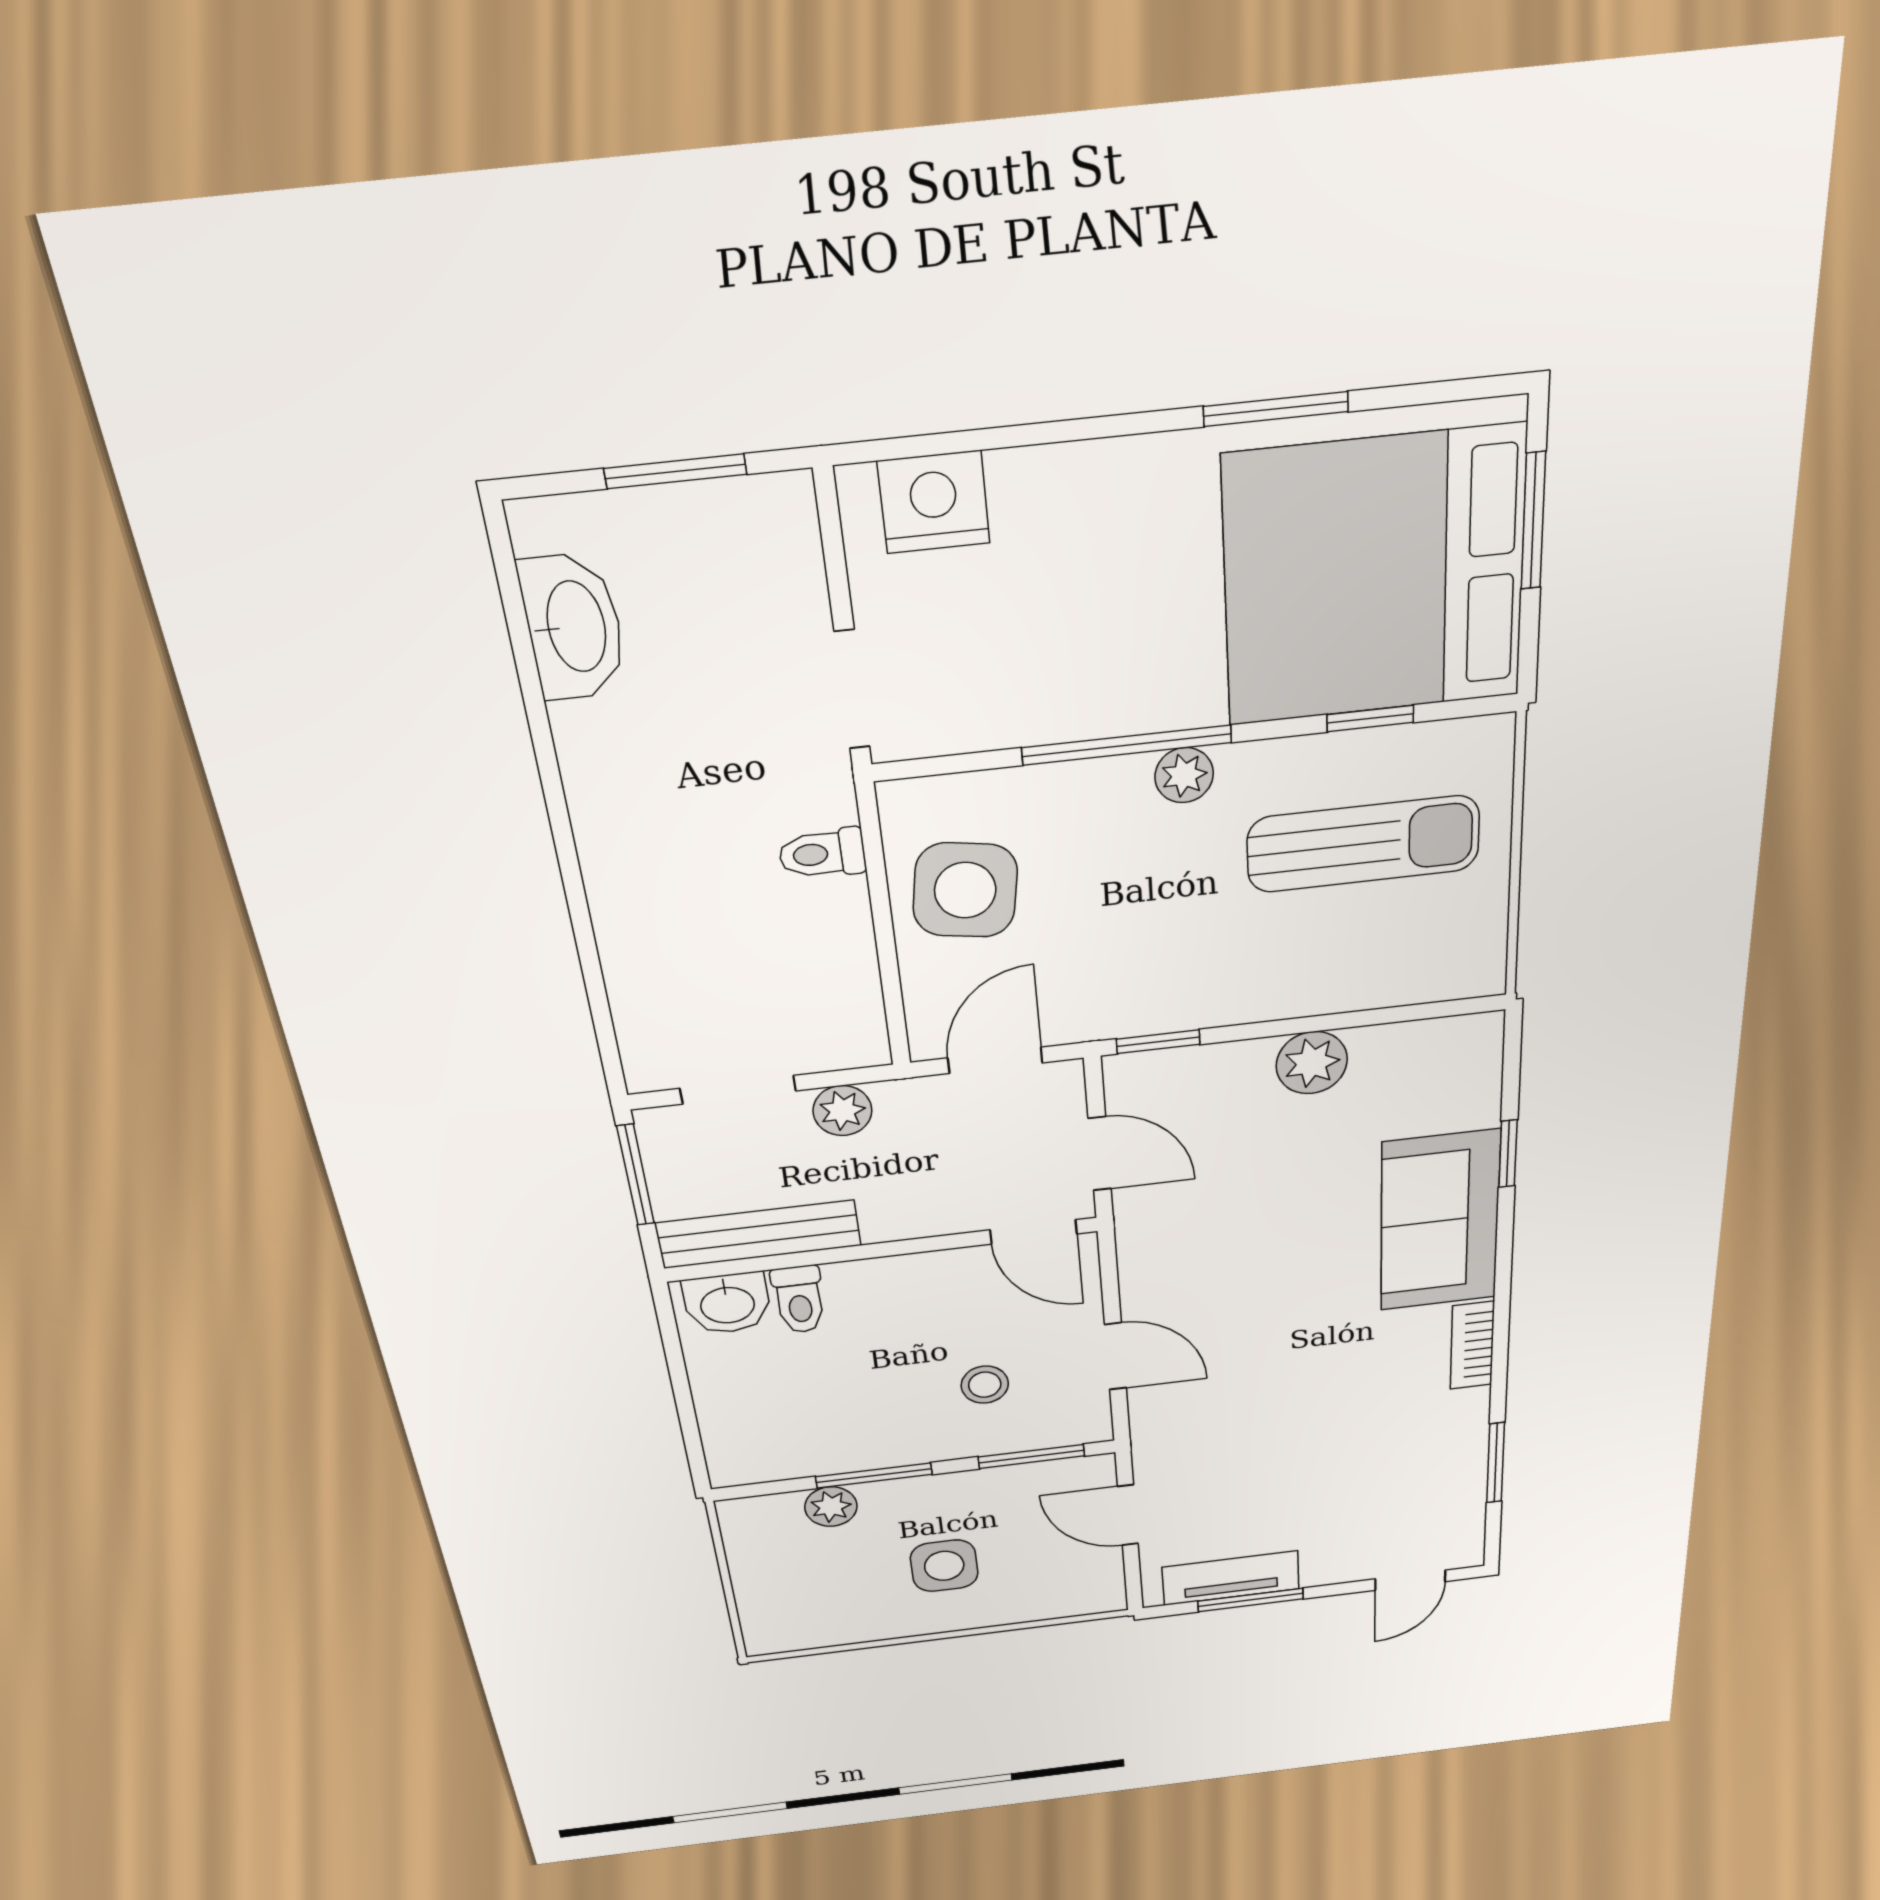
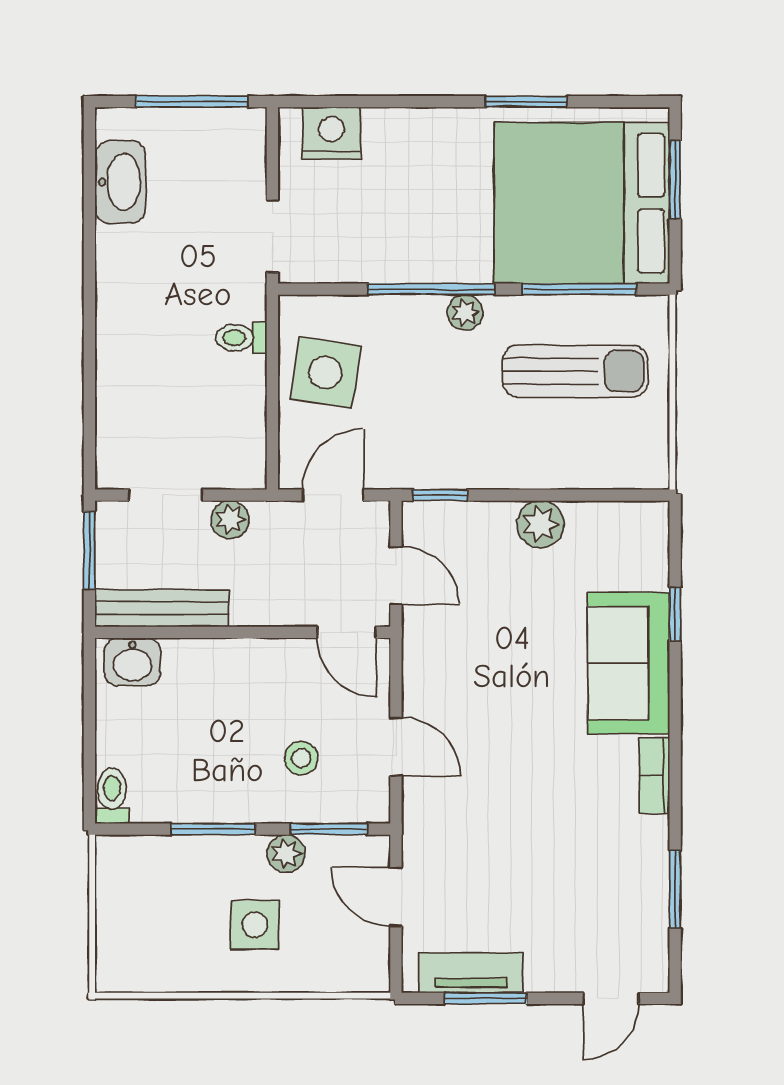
window: (675, 471) -> (192, 102), width x1.44
window: (1370, 718) -> (580, 289), width x2.17
toilet: (799, 1300) -> (112, 796), moved, turned 180
plant: (831, 1507) -> (286, 854), moved

